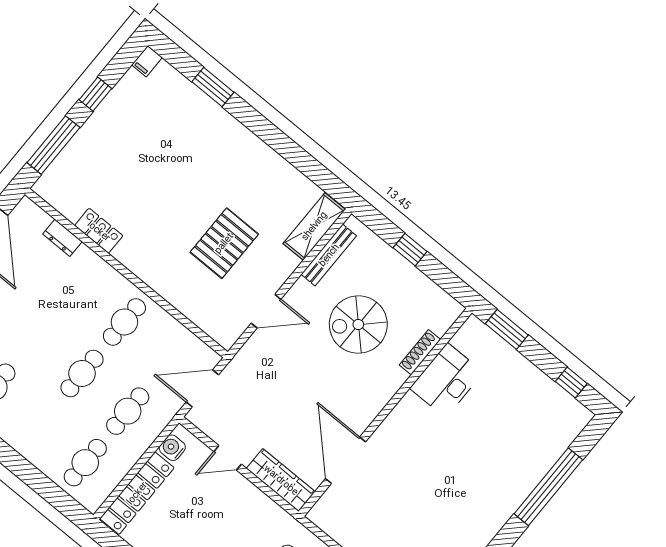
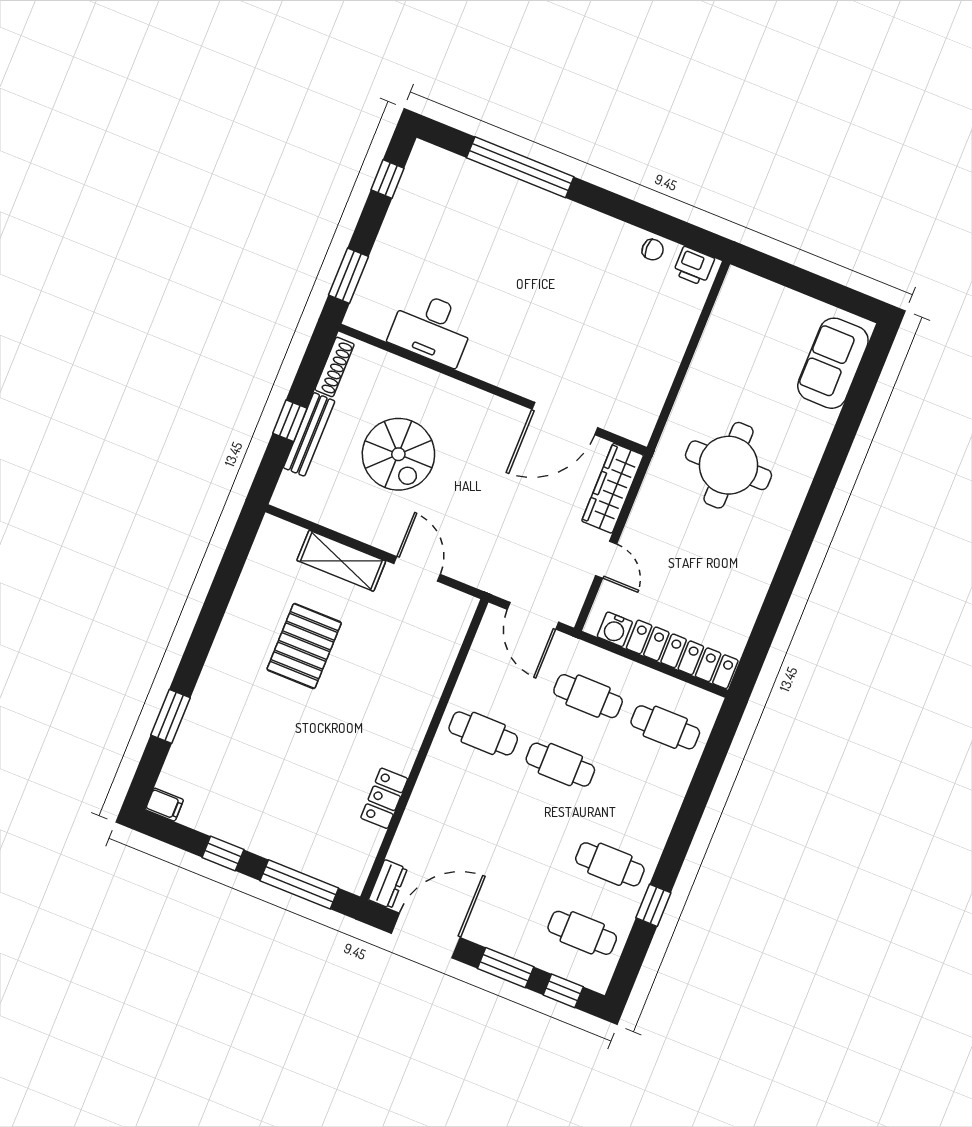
shelving: (314, 226) -> (341, 561), moved
dresser: (62, 238) -> (388, 884), moved
pallet: (224, 243) -> (304, 646), moved, turned 90
bench: (329, 255) -> (309, 434), moved, turned 90
shoe rack: (420, 352) -> (335, 367), moved, turned -90

